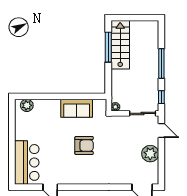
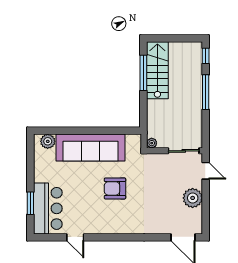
window: (161, 97) -> (206, 56), moved
sofa: (77, 108) -> (90, 148), width x1.85, depth x1.27
armchair: (84, 146) -> (115, 188), turned 180
window: (12, 158) -> (30, 203), added

